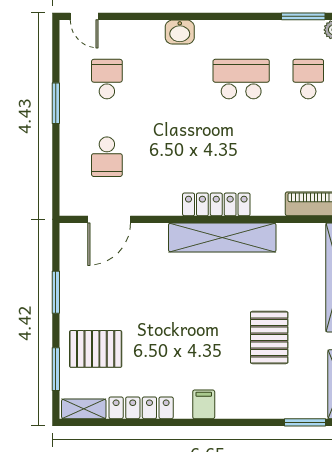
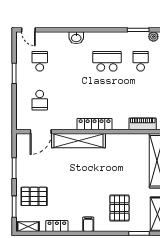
shelving: (222, 238) -> (78, 141), moved
pallet: (269, 337) -> (119, 208), moved
locker: (141, 408) -> (57, 226), width x0.66

